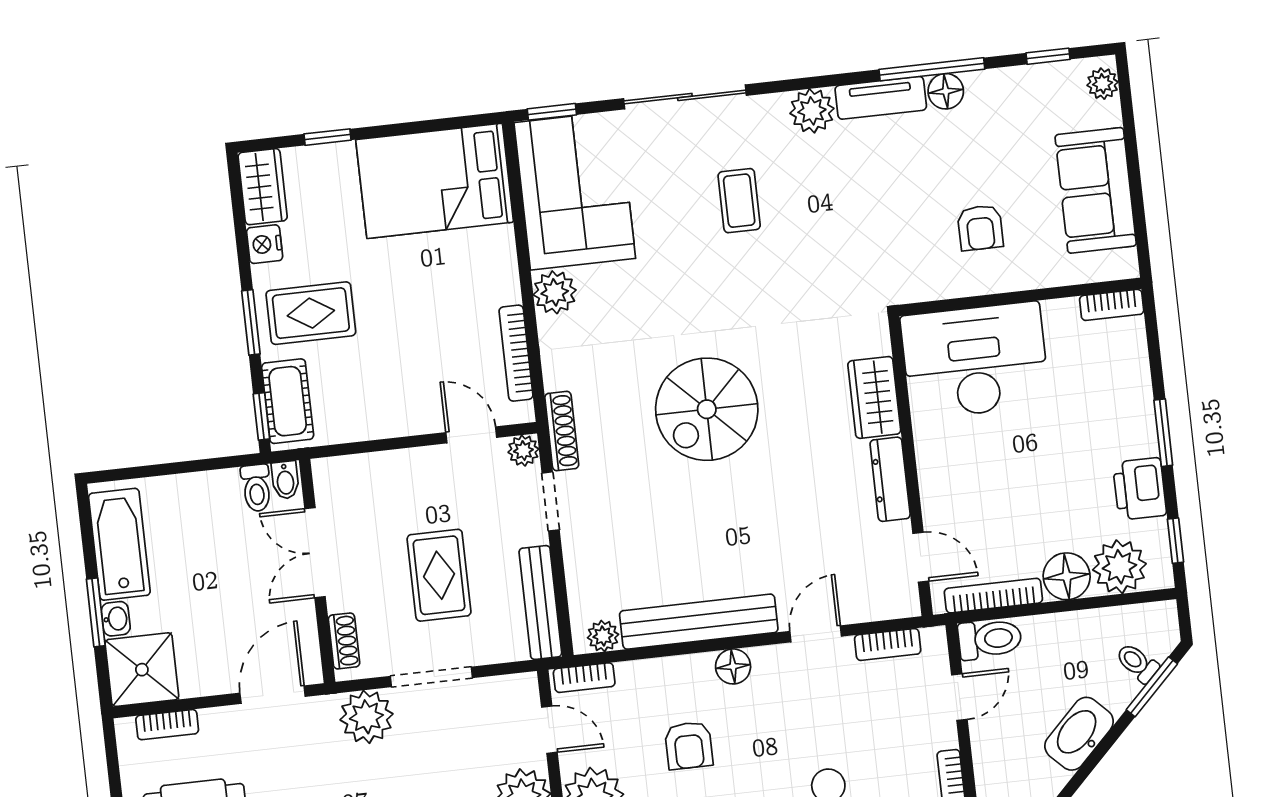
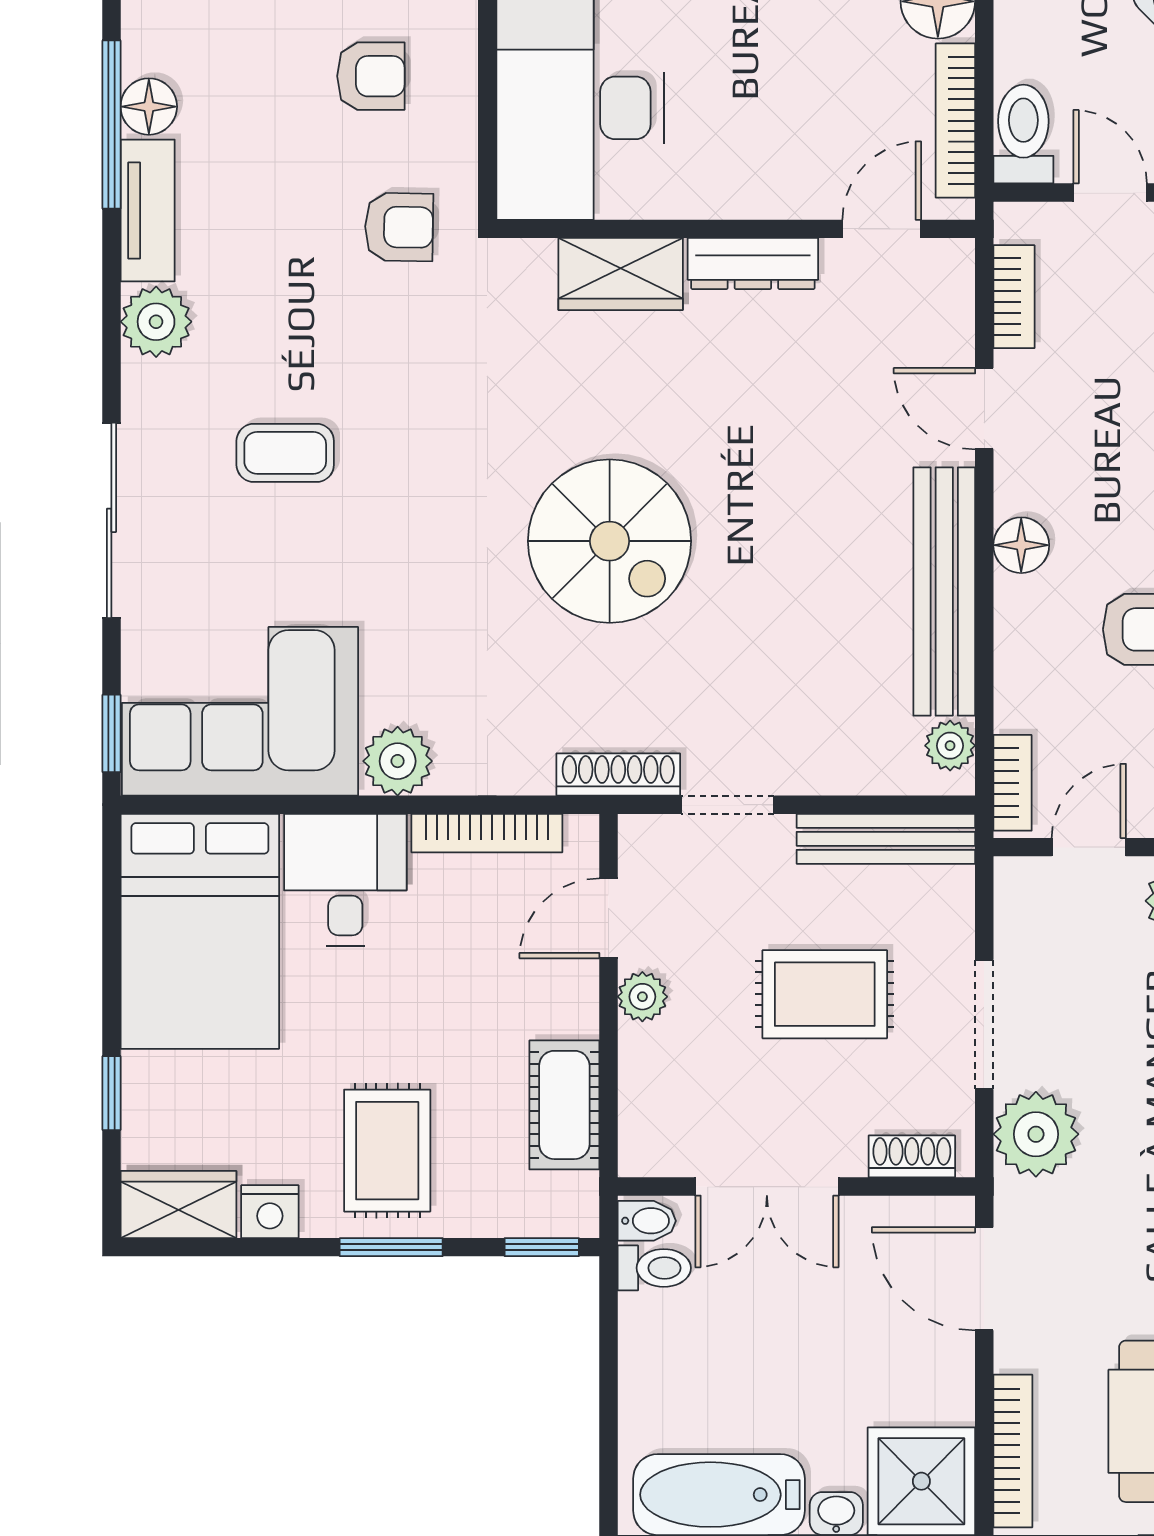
armchair: (888, 256) -> (399, 227), added
desk: (477, 268) -> (345, 880), added
cot: (288, 401) -> (564, 1105), moved, turned 90
plant: (523, 451) -> (642, 997), moved
bookcase: (167, 725) -> (1013, 1451), width x1.56

